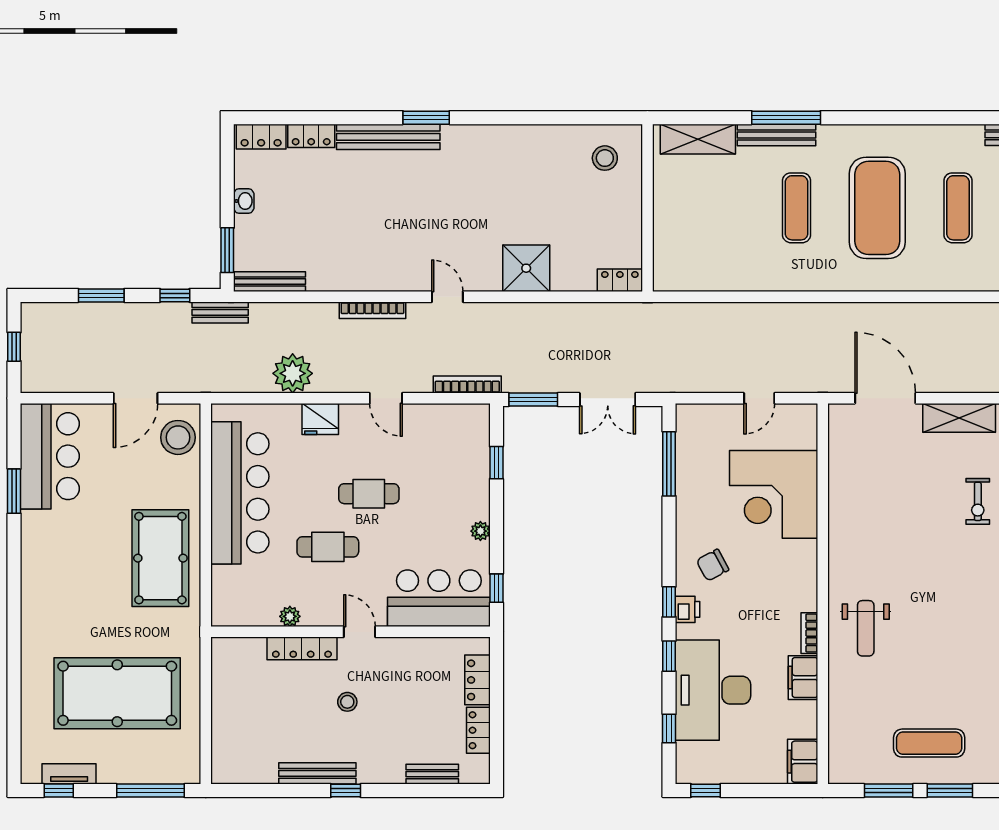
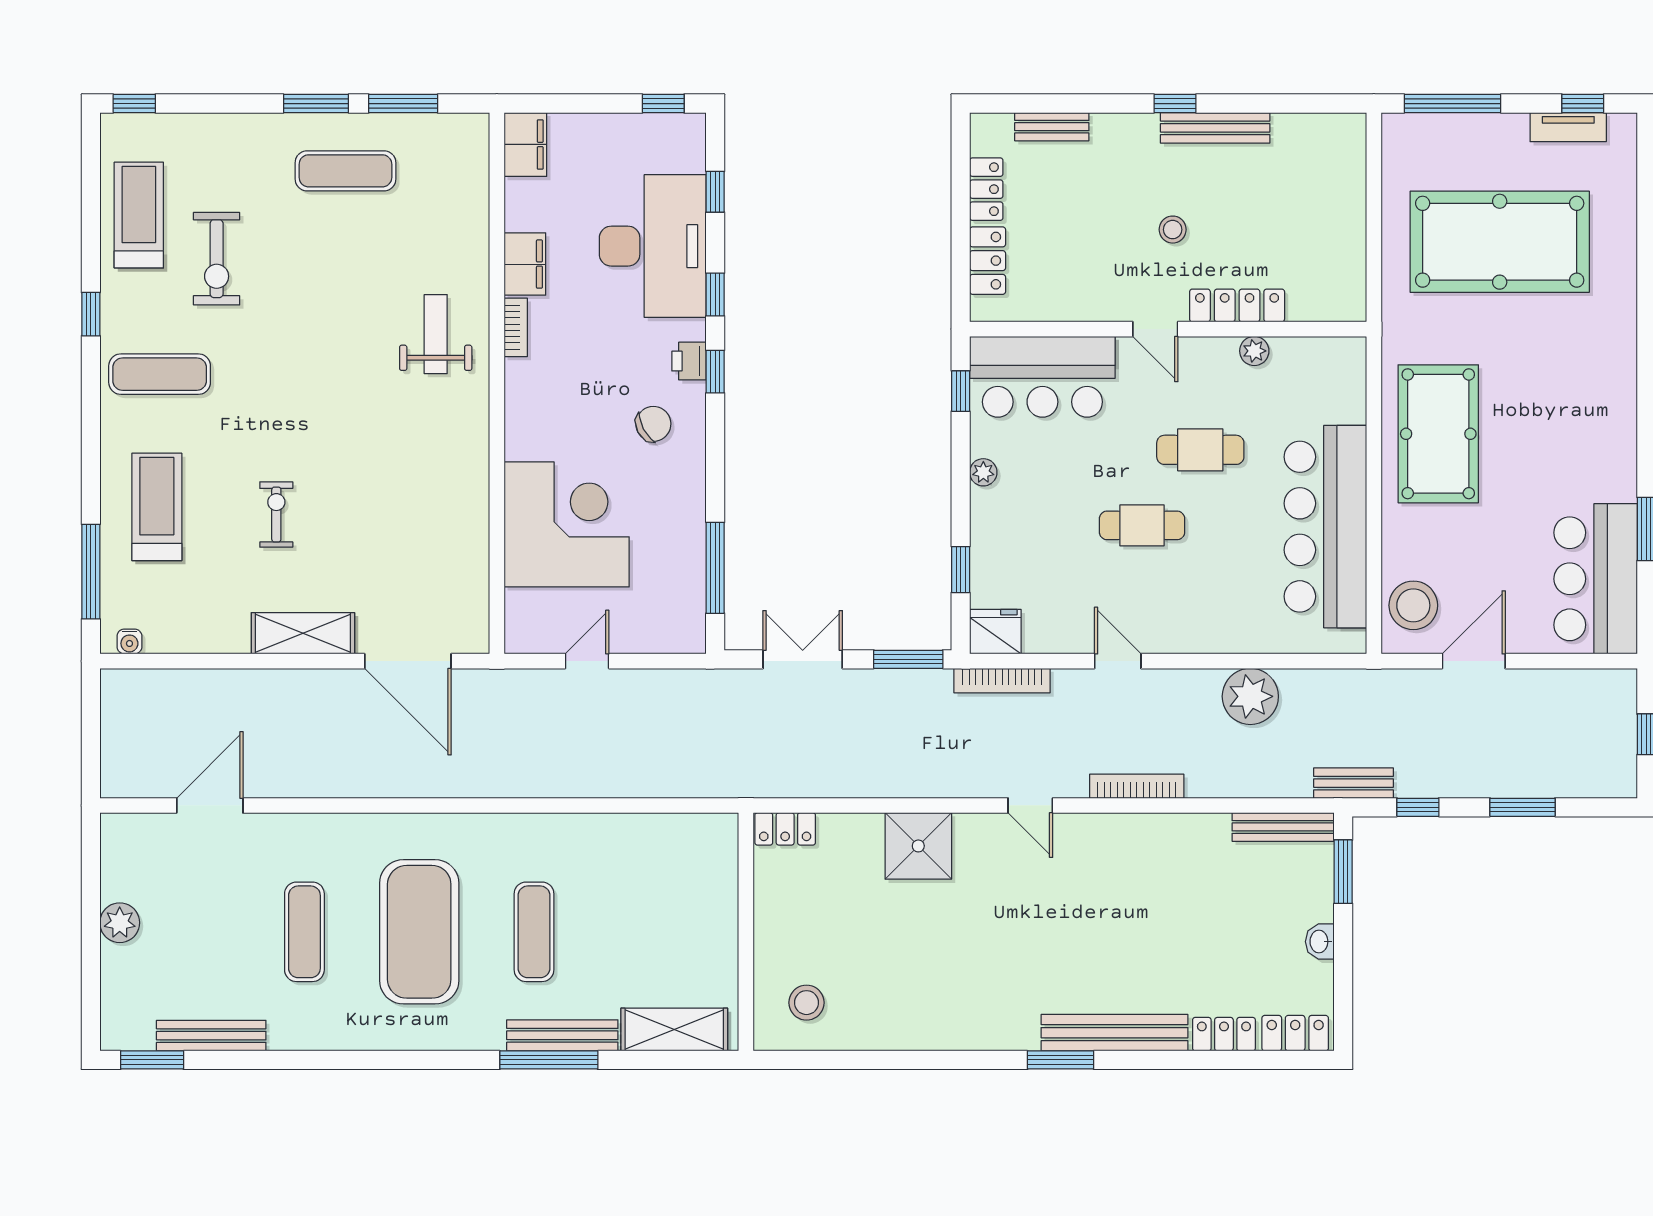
fridge: (320, 419) -> (995, 632), moved

